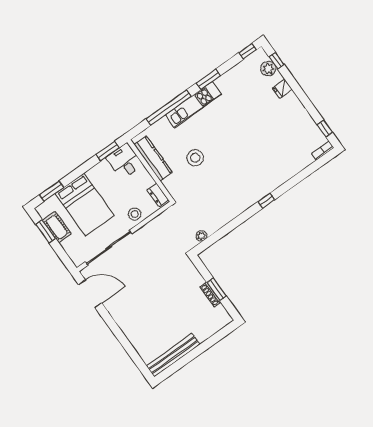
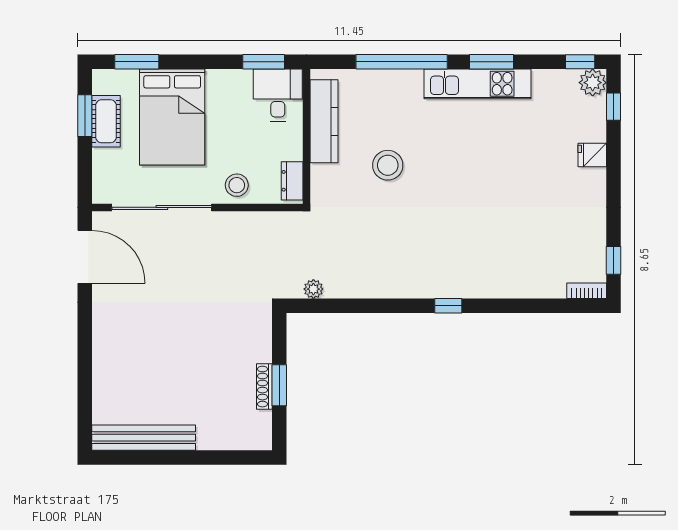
plant: (268, 69) -> (593, 83), moved
kitchen unit: (193, 105) -> (478, 84), moved

